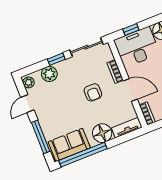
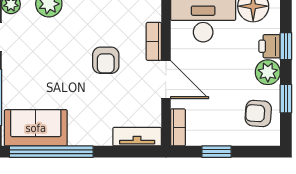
floor lamp: (102, 133) -> (95, 130), removed

